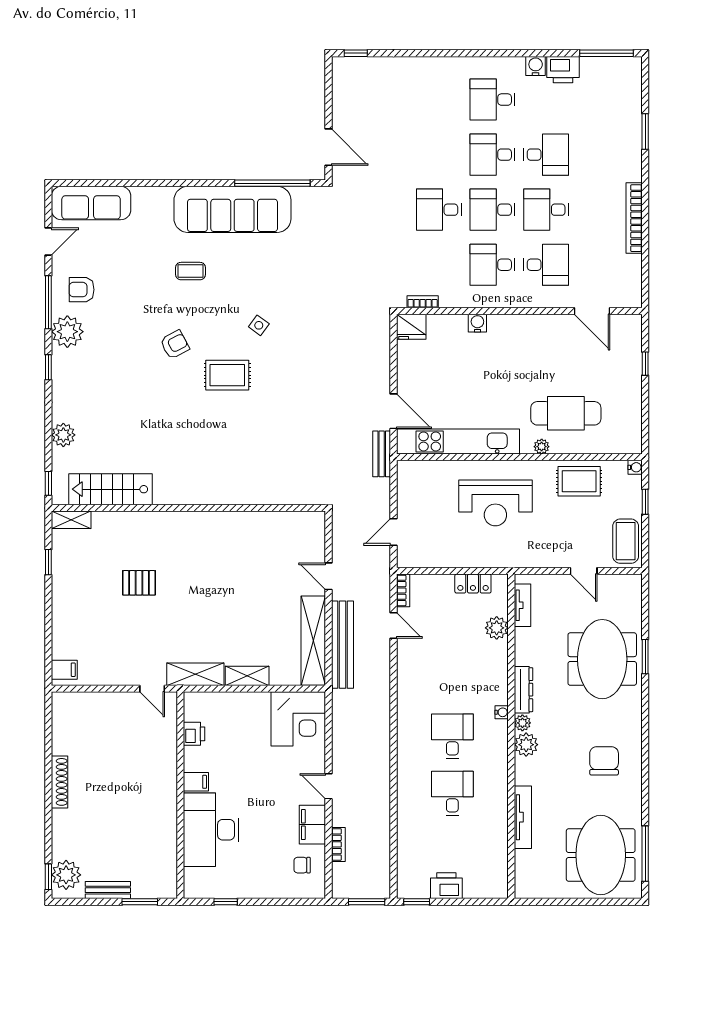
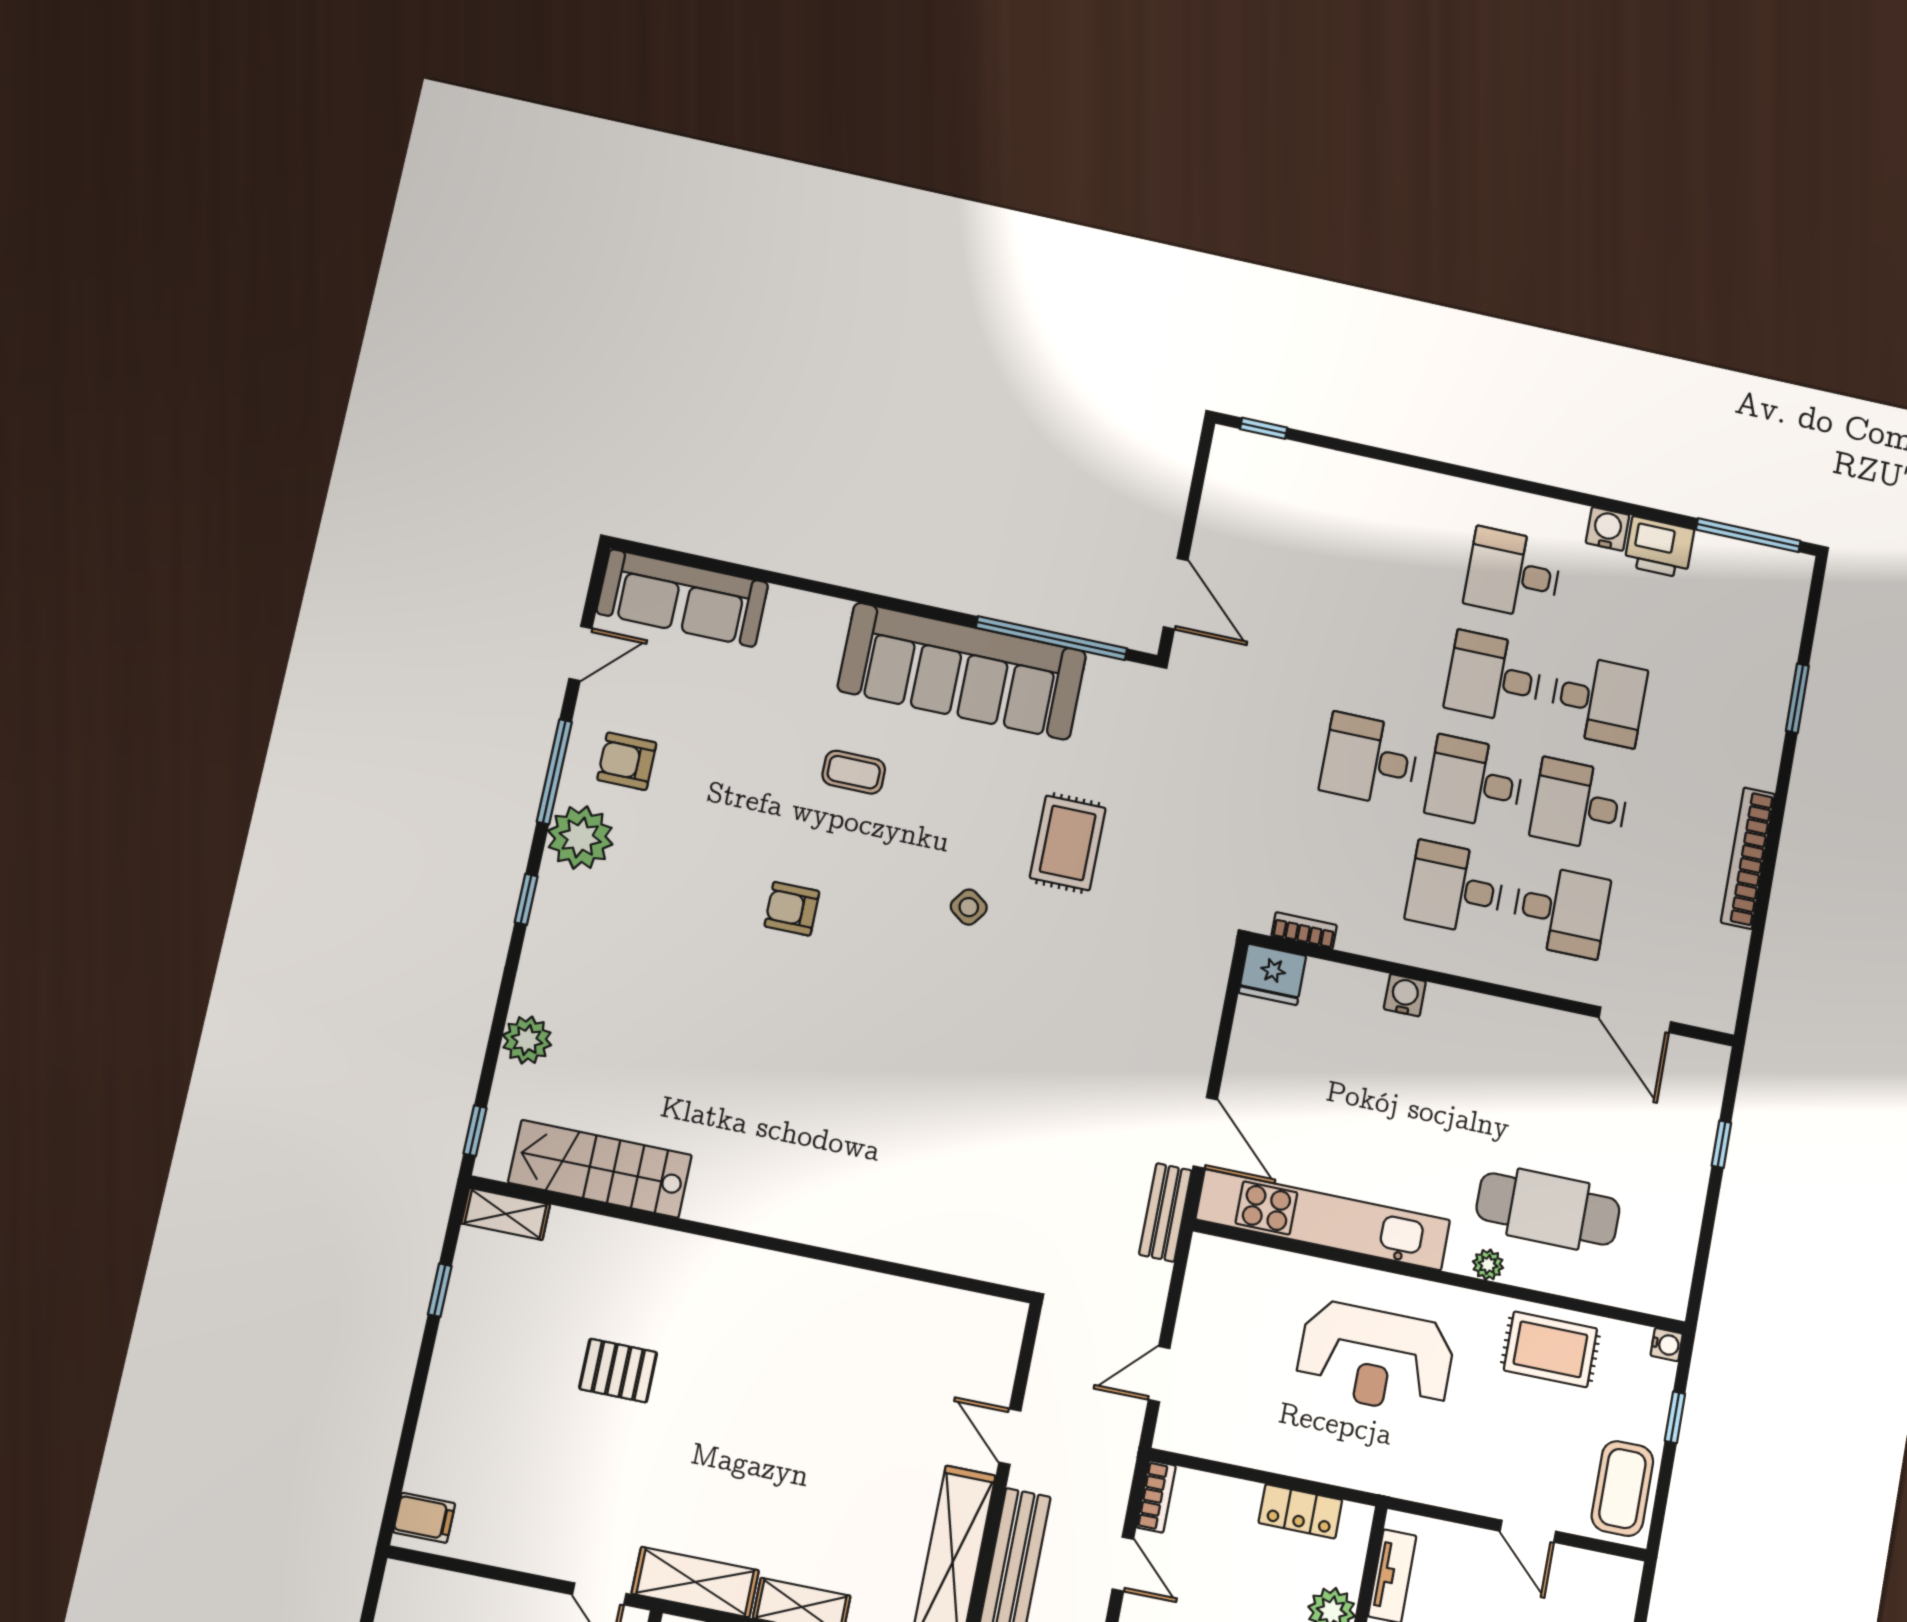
armchair: (175, 345) -> (792, 909), turned -152
rug: (227, 375) -> (1068, 843), moved, turned 90

